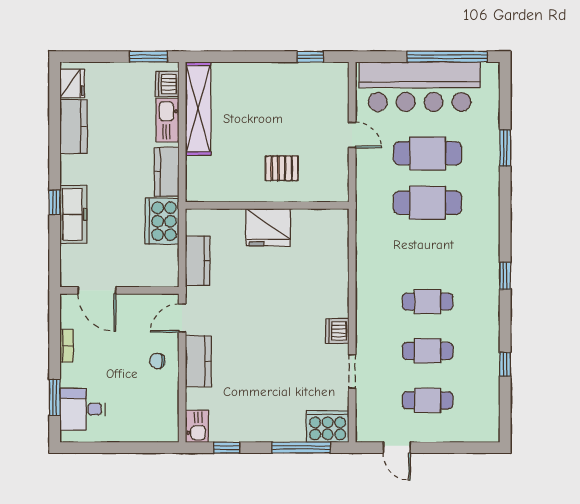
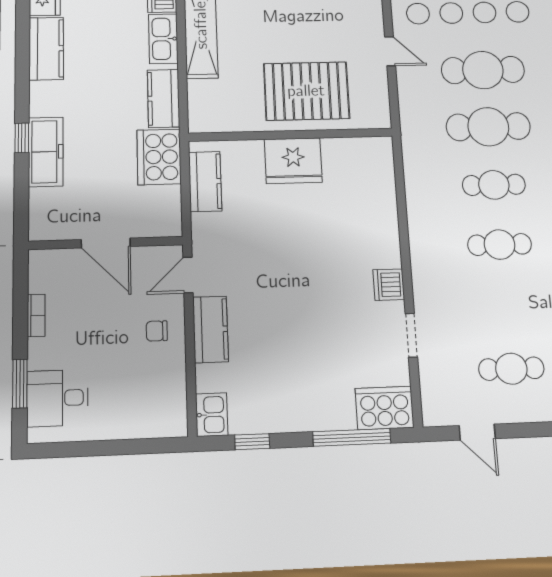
pallet: (282, 168) -> (306, 91), width x2.05, depth x2.00
kitchen counter: (198, 261) -> (205, 181), moved
door: (97, 290) -> (106, 243), moved
cafe table: (428, 351) -> (494, 185), moved

